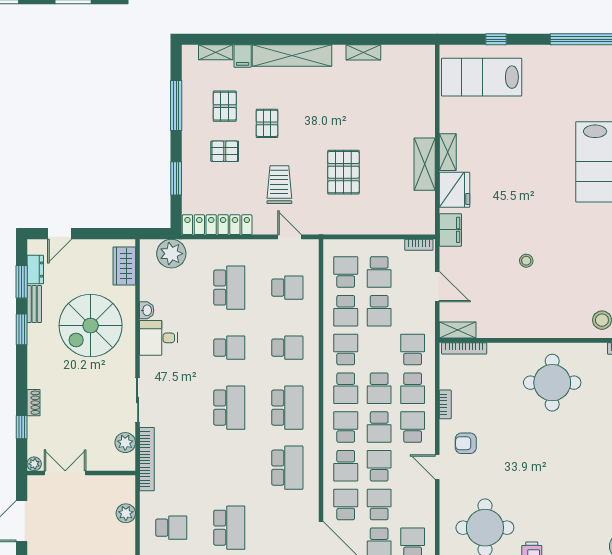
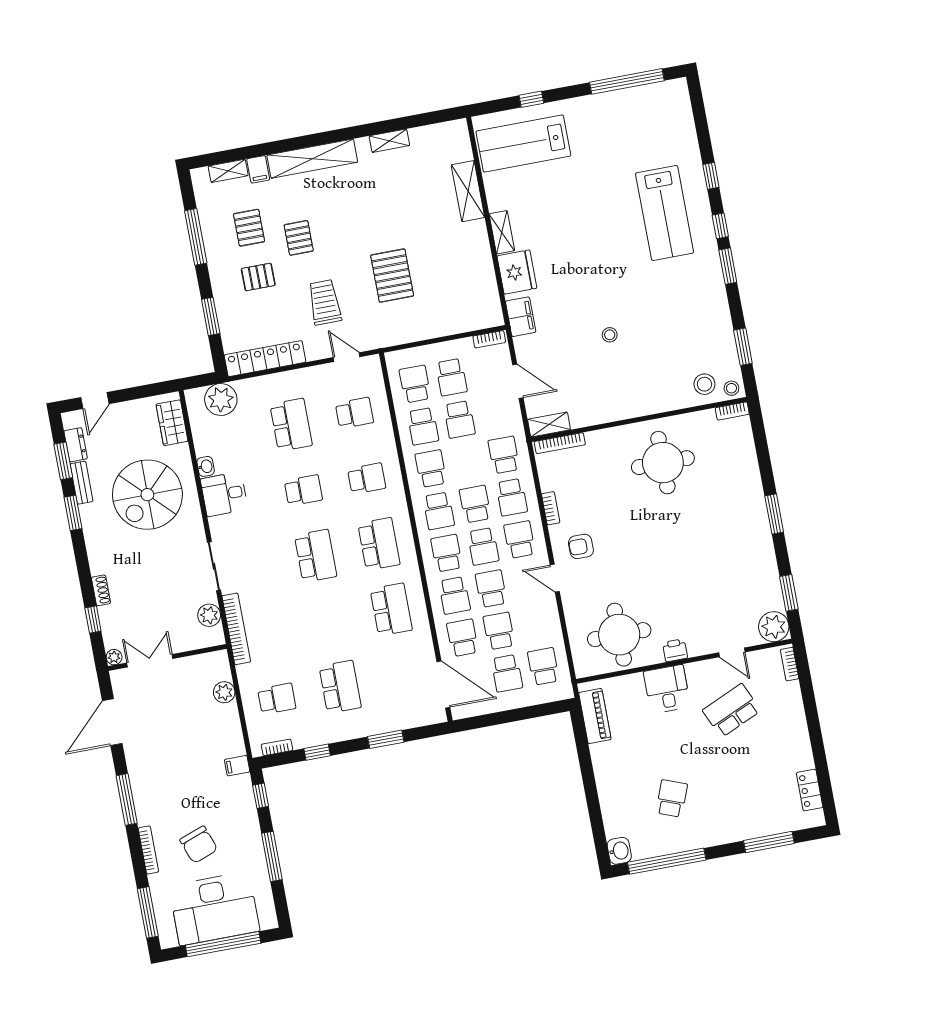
shelving: (425, 164) -> (468, 191), moved
school desk: (379, 388) -> (475, 504), turned 180

